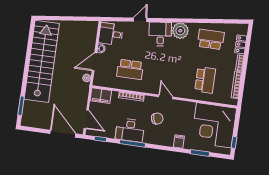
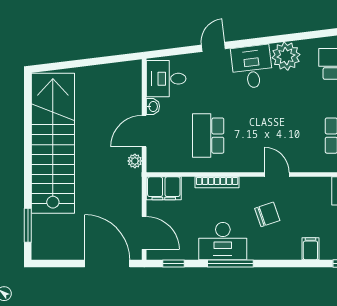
school desk: (130, 69) -> (208, 136), turned 90

